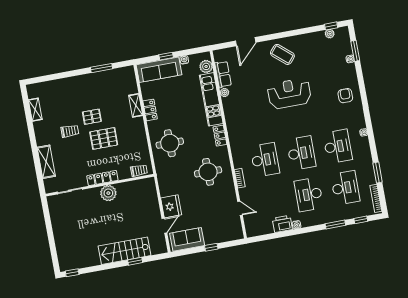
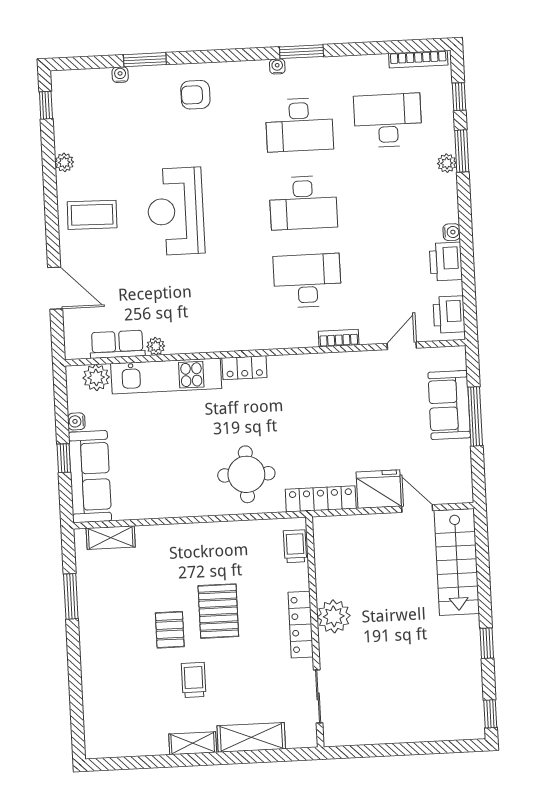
plant: (330, 34) -> (64, 162), moved
window: (355, 51) -> (145, 60), moved
coffee table: (282, 54) -> (92, 215), turned 50
shelving: (136, 105) -> (111, 538), moved
shelving: (35, 110) -> (193, 743), moved
locker: (150, 110) -> (321, 499), moved, width x1.53
desk: (338, 146) -> (299, 125), turned 180
desk: (301, 153) -> (303, 203), turned 180
round table: (208, 172) -> (317, 402), removed
window: (378, 172) -> (302, 52), moved
desk: (309, 194) -> (392, 198), removed
plant: (329, 218) -> (447, 163), added
printer: (258, 229) -> (449, 315), added
sofa: (187, 239) -> (449, 405), moved
window: (211, 247) -> (475, 416), width x2.17
stairs: (124, 251) -> (457, 562), moved
window: (135, 261) -> (487, 643), moved

